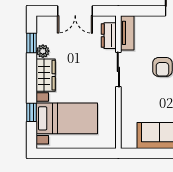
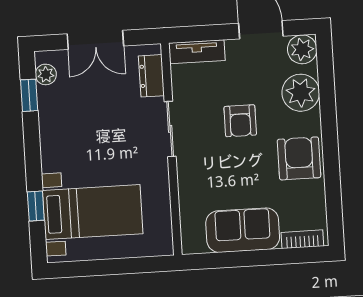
tv unit: (127, 33) -> (197, 52), moved, turned 90
plant: (43, 51) -> (46, 74), moved
wardrobe: (46, 75) -> (55, 145), removed

